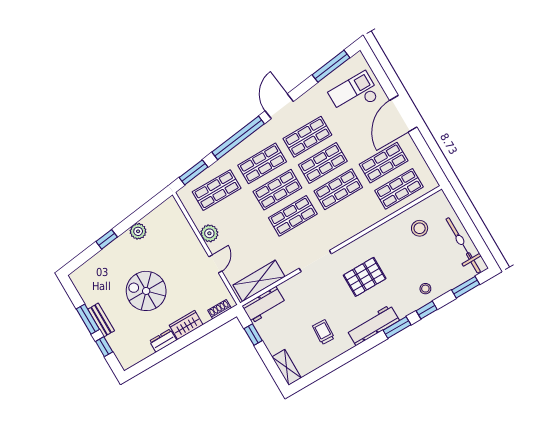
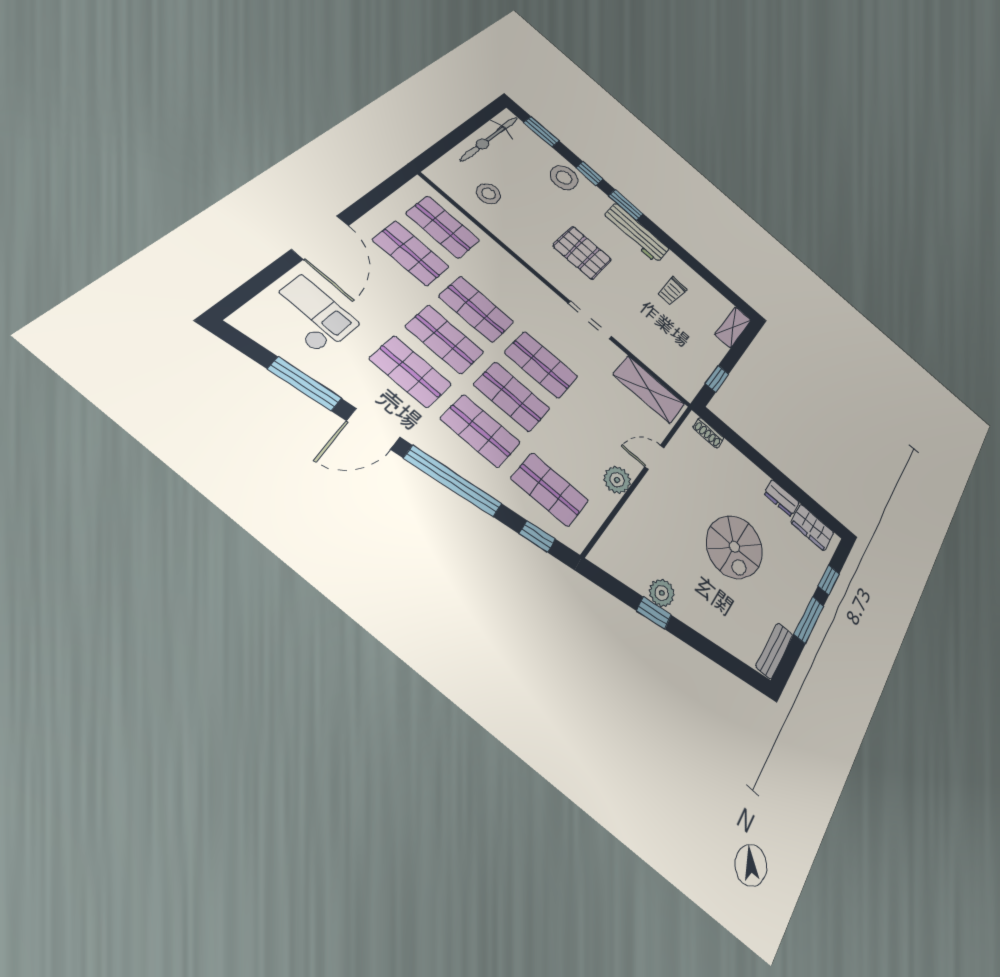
window: (331, 66) -> (305, 384), moved
checkout: (354, 94) -> (311, 315), turned 180
door: (403, 114) -> (320, 237), hinge flipped
window: (193, 172) -> (537, 536), width x0.67
window: (107, 239) -> (654, 613), moved
stool: (425, 289) -> (564, 178), width x1.89, depth x1.89
workbench: (264, 305) -> (675, 375), removed
bench: (101, 320) -> (774, 651), moved
wardrobe: (186, 325) -> (812, 527), moved

